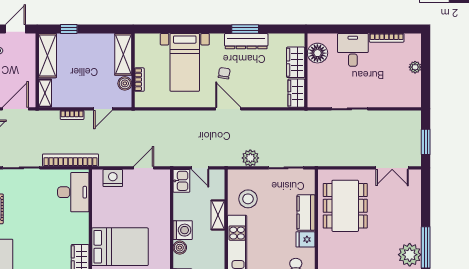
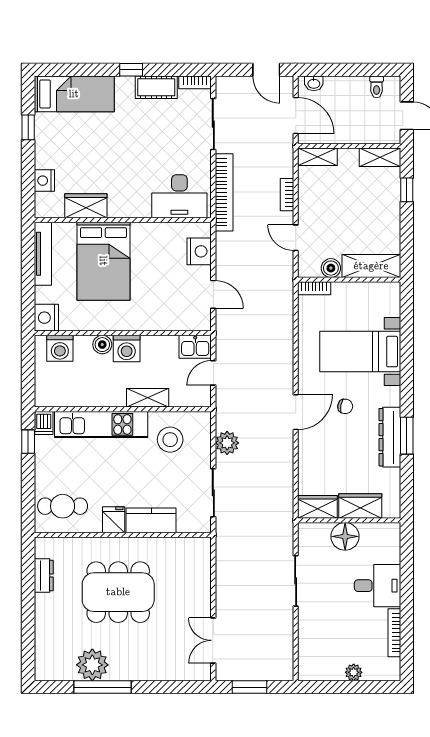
floor lamp: (317, 53) -> (345, 536), moved
shelving: (47, 56) -> (380, 157), width x0.67, depth x0.75
bookcase: (139, 80) -> (314, 288), moved
dining table: (345, 206) -> (118, 592), moved

